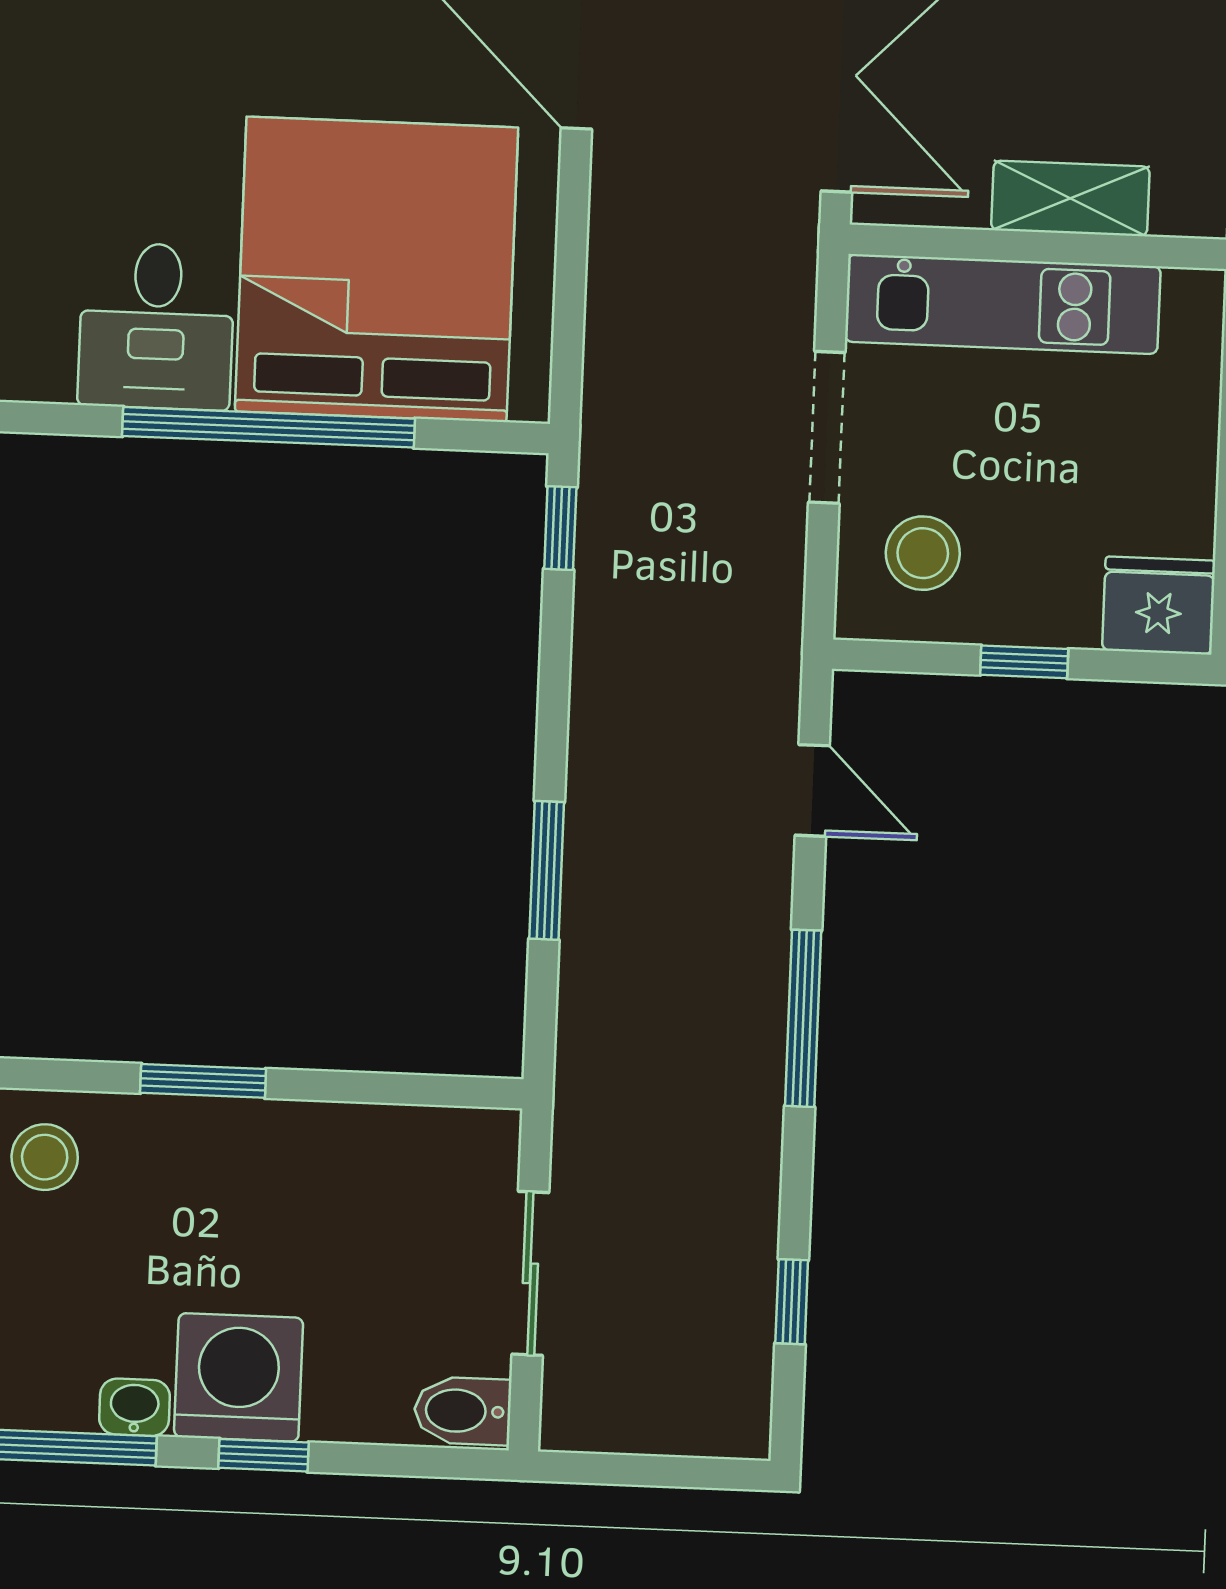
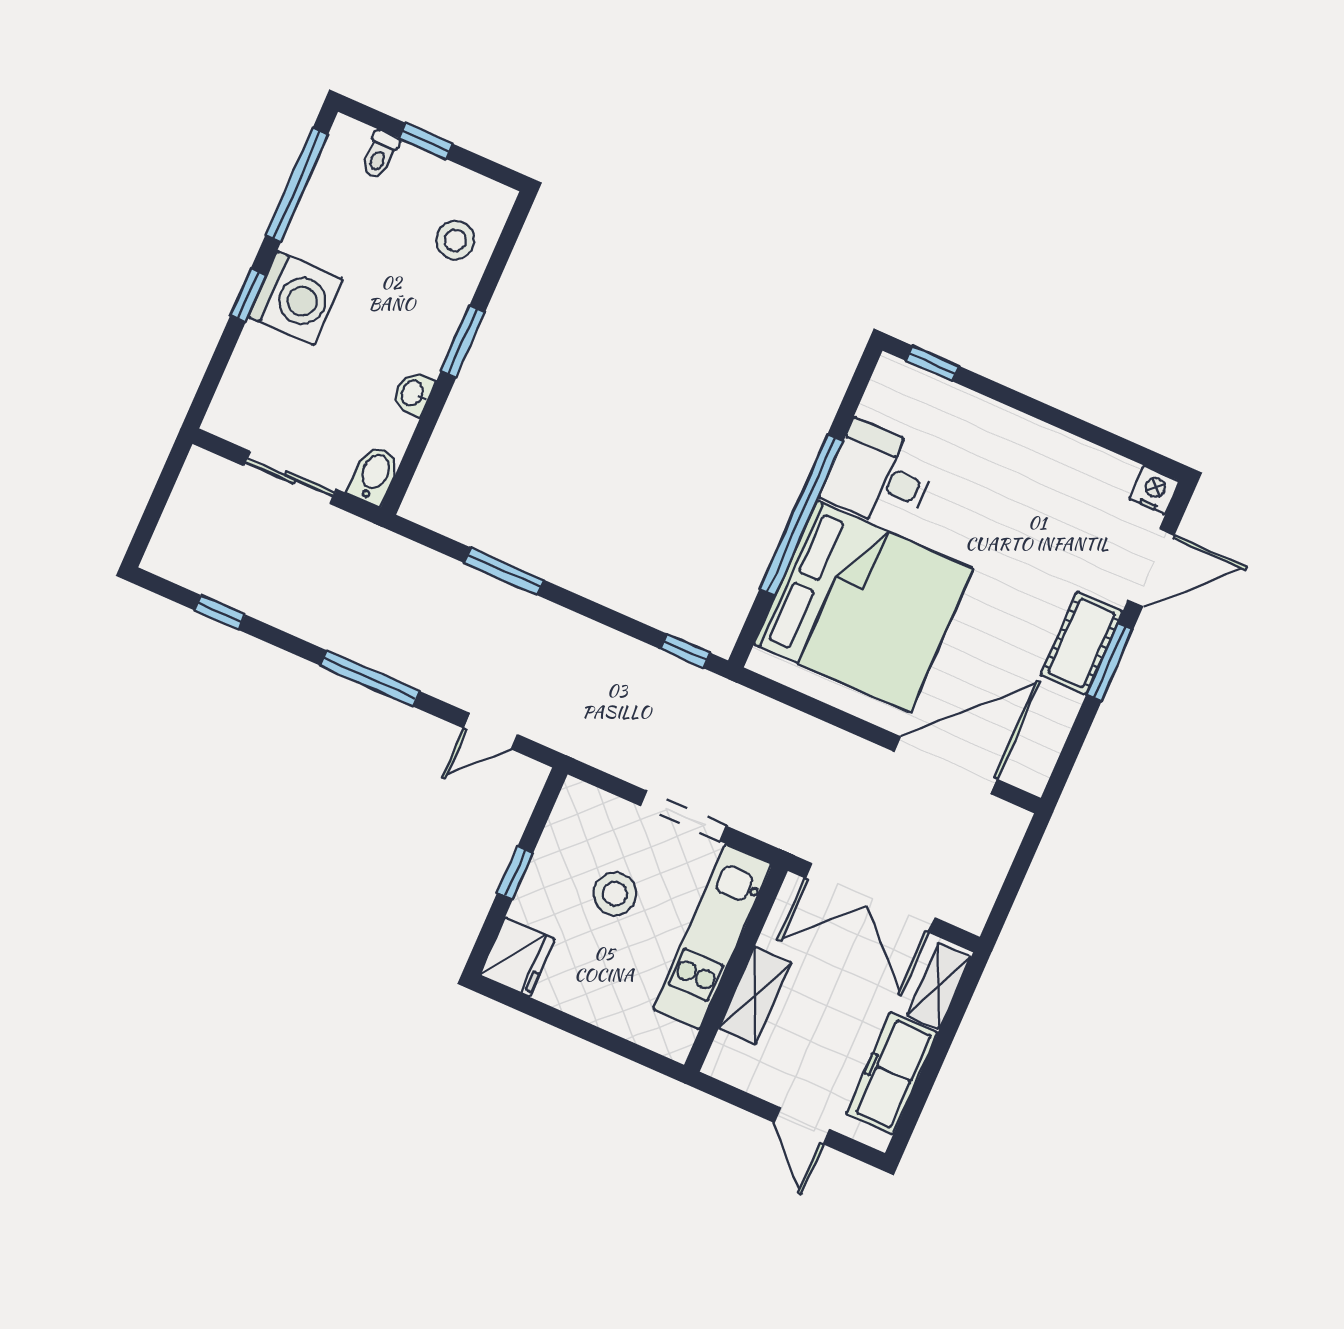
stool: (923, 553) -> (615, 894), moved
washbasin: (134, 1407) -> (413, 393), moved, turned 180
bidet: (462, 1411) -> (374, 475), moved

